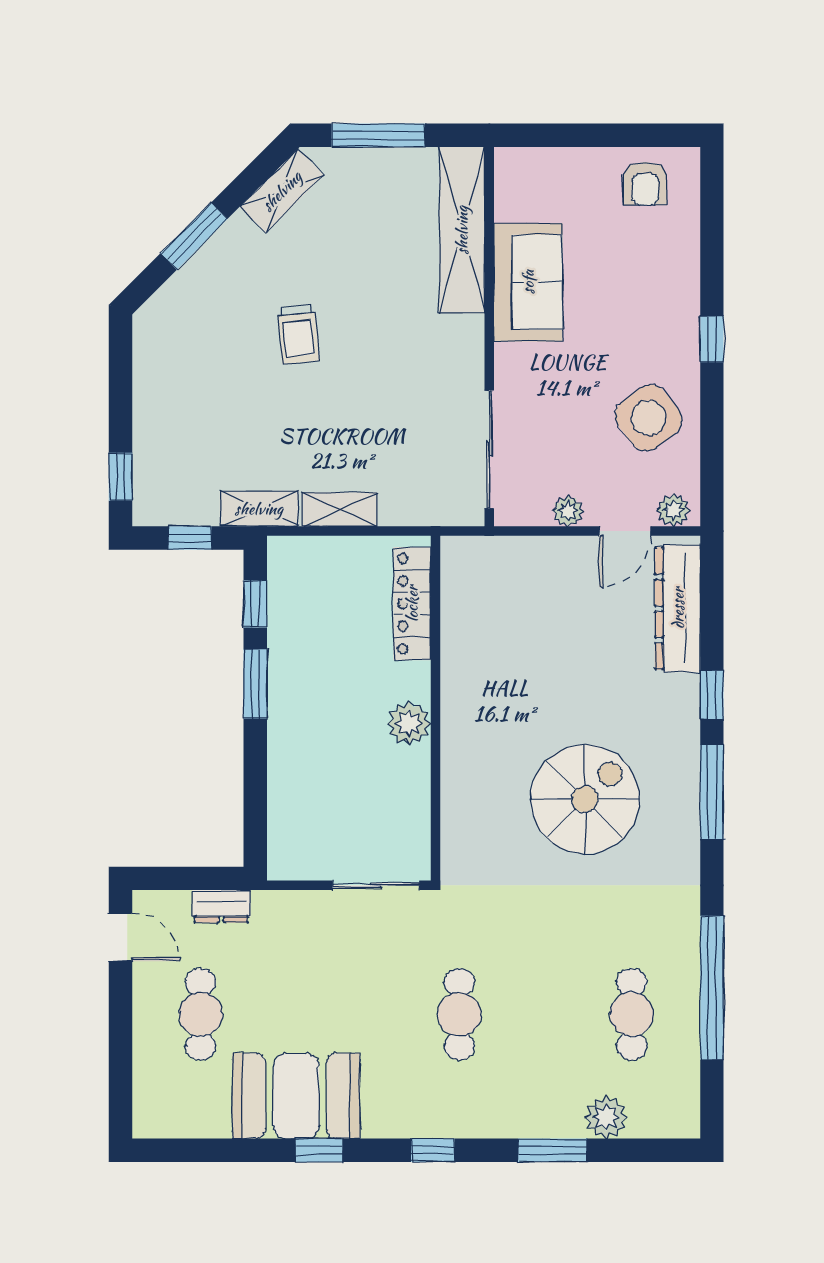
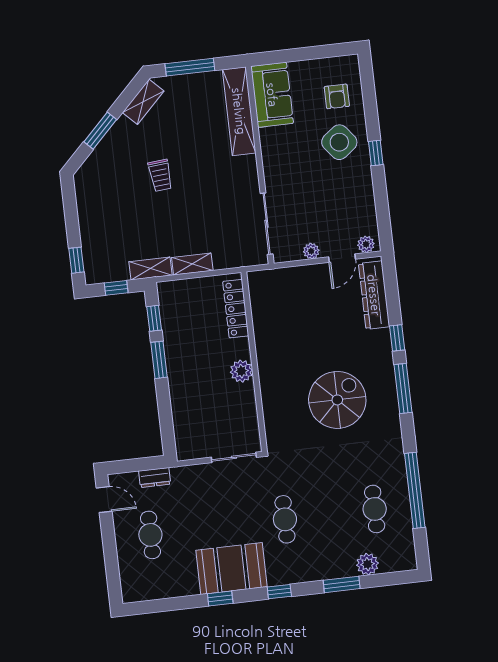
armchair: (645, 183) -> (337, 96), moved
sofa: (528, 282) -> (272, 95), moved
side table: (648, 418) -> (339, 142), moved
booth: (296, 1096) -> (231, 569), moved

